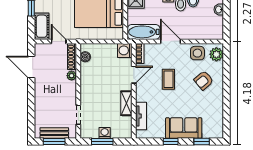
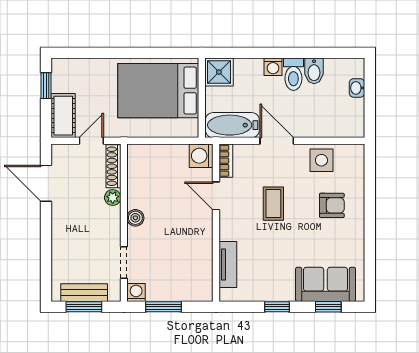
door: (59, 41) -> (91, 141), hinge flipped
plant: (216, 54) -> (353, 162), removed
boiler: (85, 57) -> (135, 218), moved
door: (134, 75) -> (216, 196), swing flipped
armchair: (204, 80) -> (332, 205), turned -140
shelving: (126, 103) -> (204, 243), removed
sofa: (184, 128) -> (326, 284), moved
washing machine: (105, 133) -> (136, 292), moved

